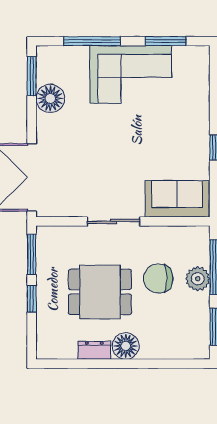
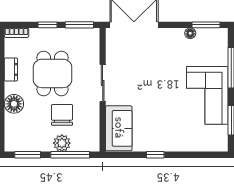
floor lamp: (50, 98) -> (190, 33), width x0.53, depth x0.53
bookcase: (43, 342) -> (16, 33), added
floor lamp: (126, 346) -> (14, 104), moved

